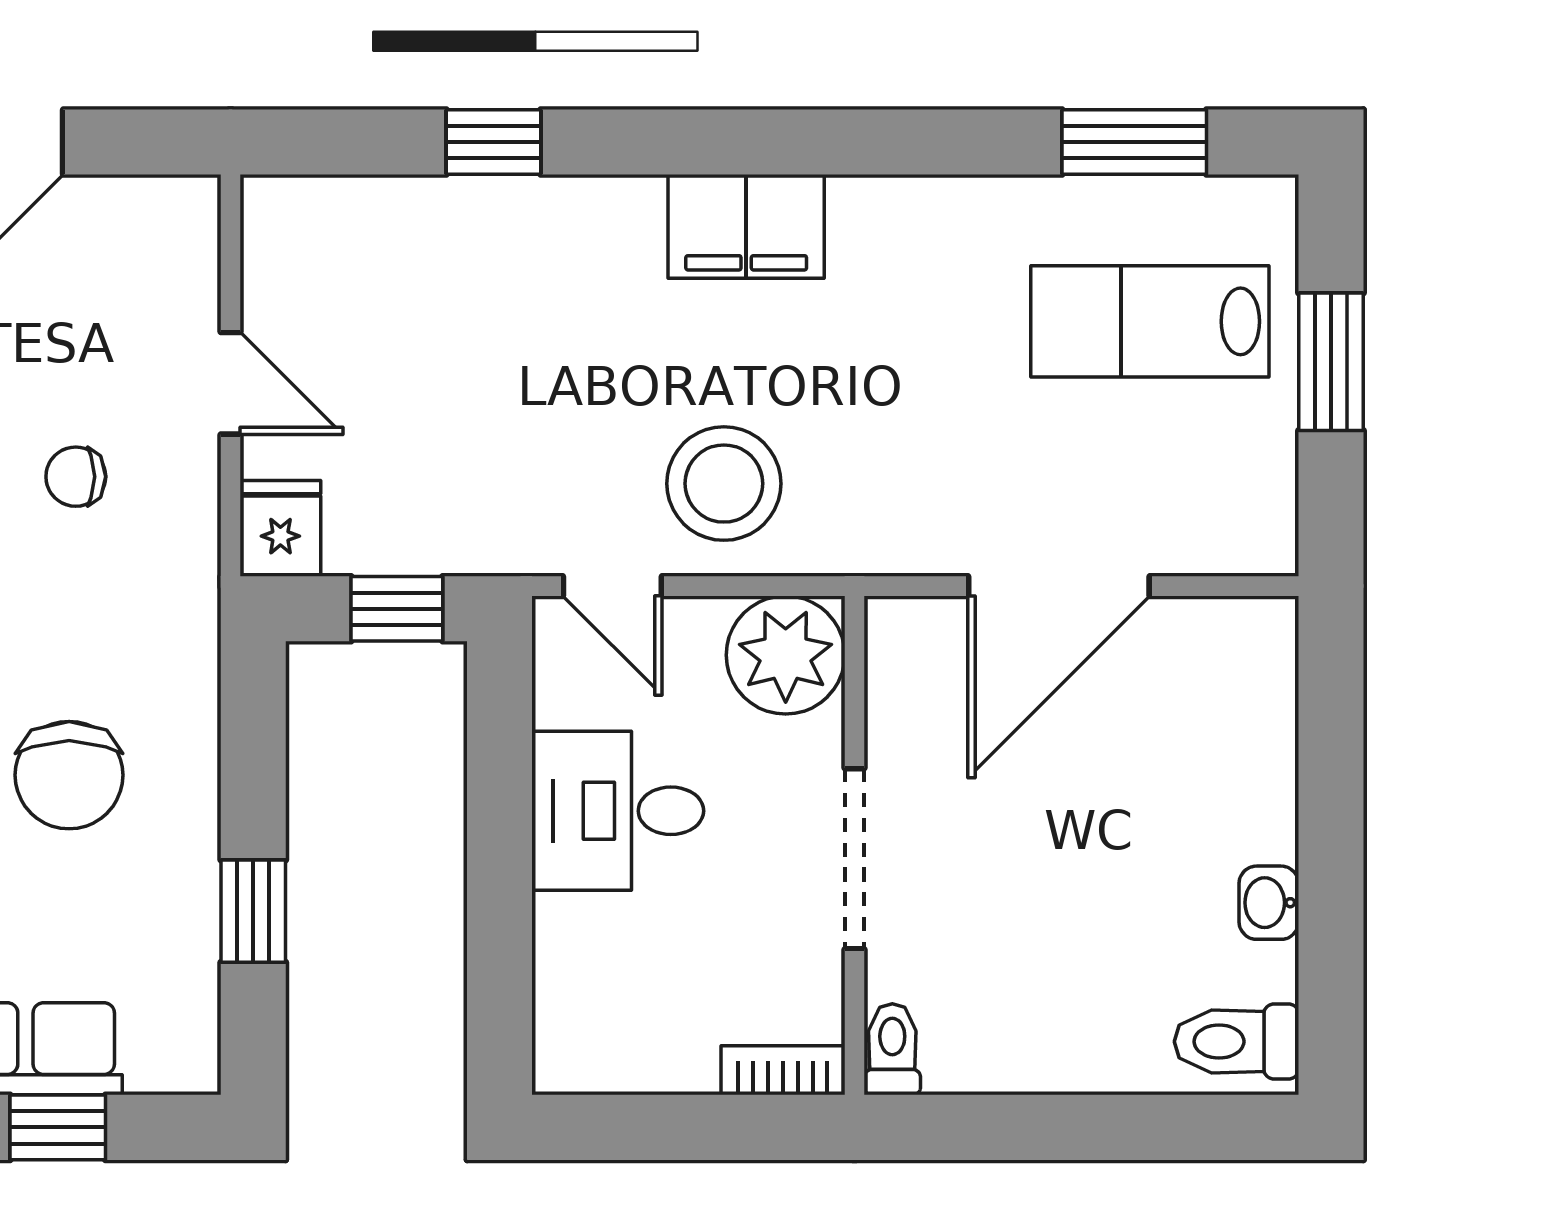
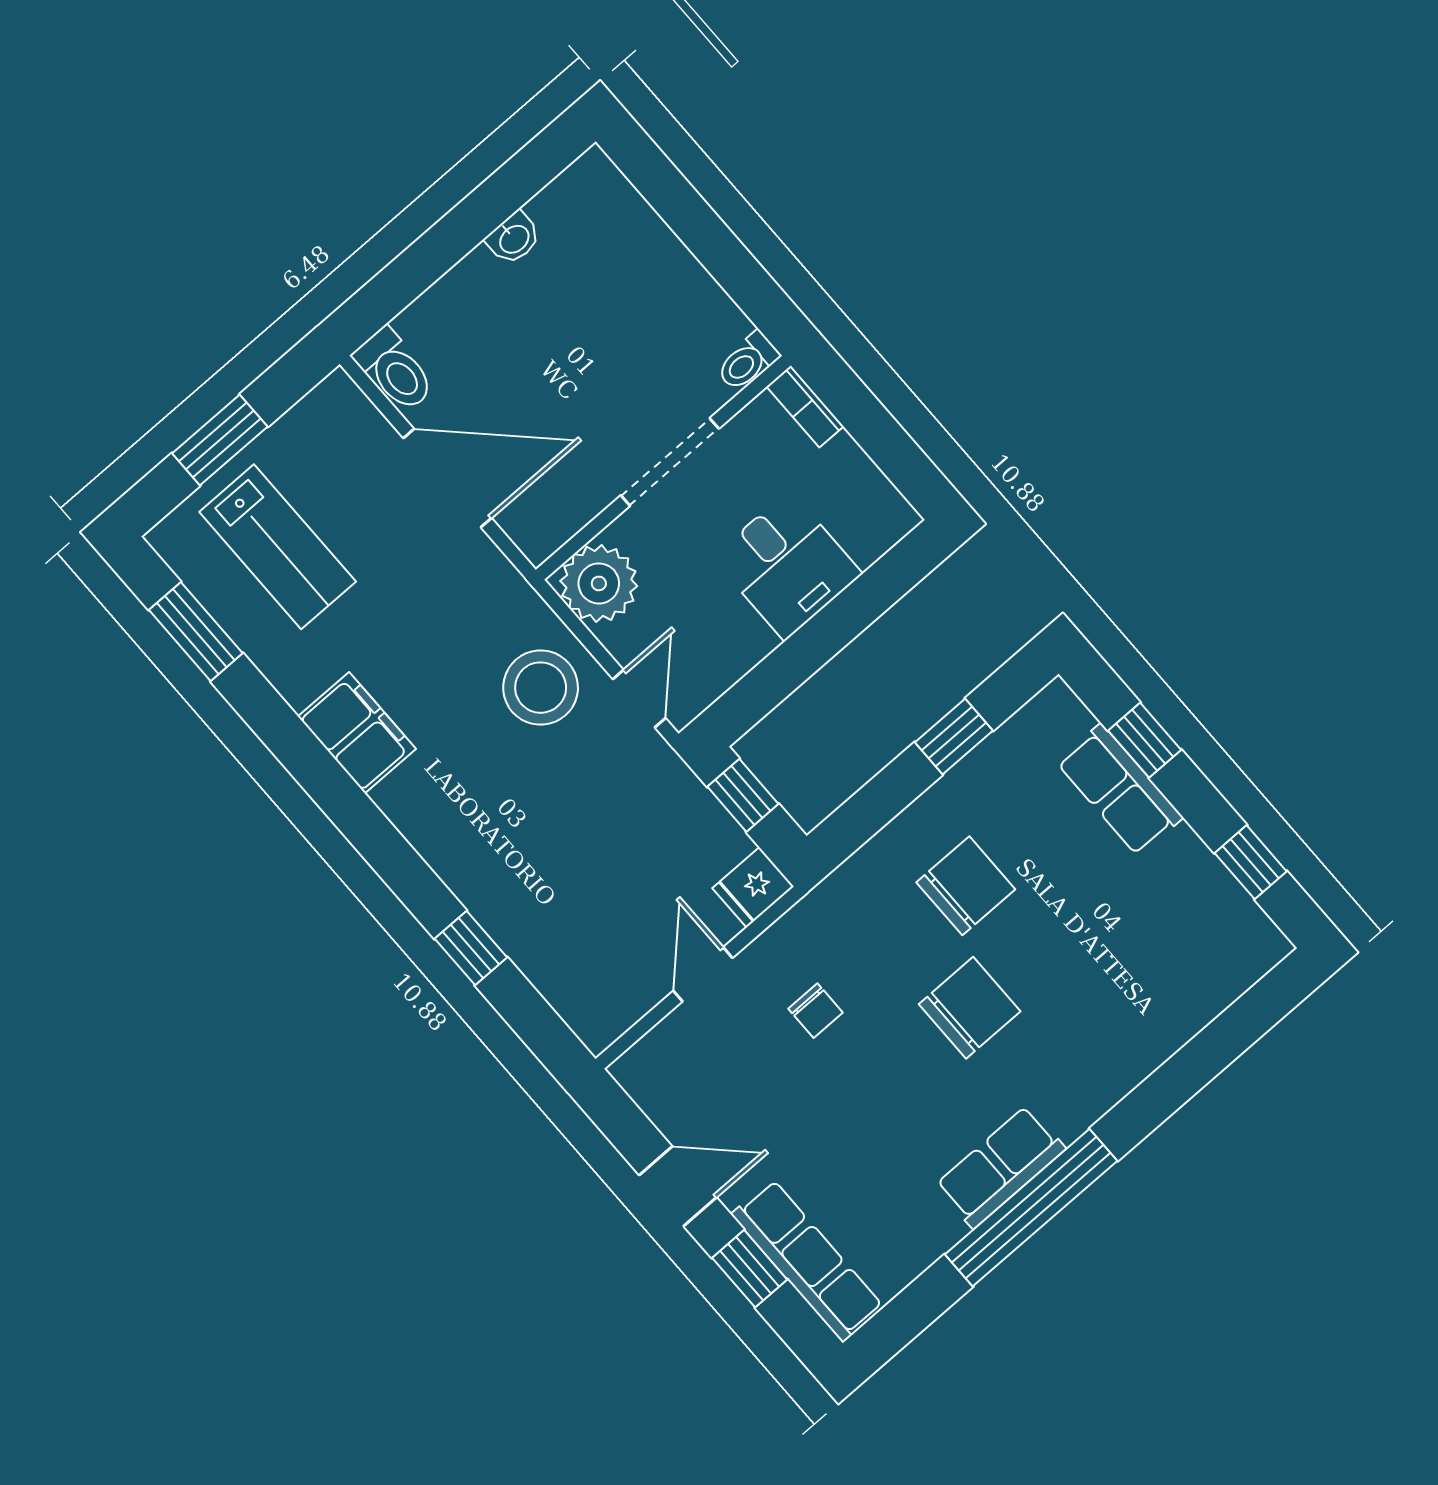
filing cabinet: (746, 226) -> (357, 733), moved
desk: (618, 811) -> (787, 565), moved
toilet: (1236, 1042) -> (395, 370), moved

